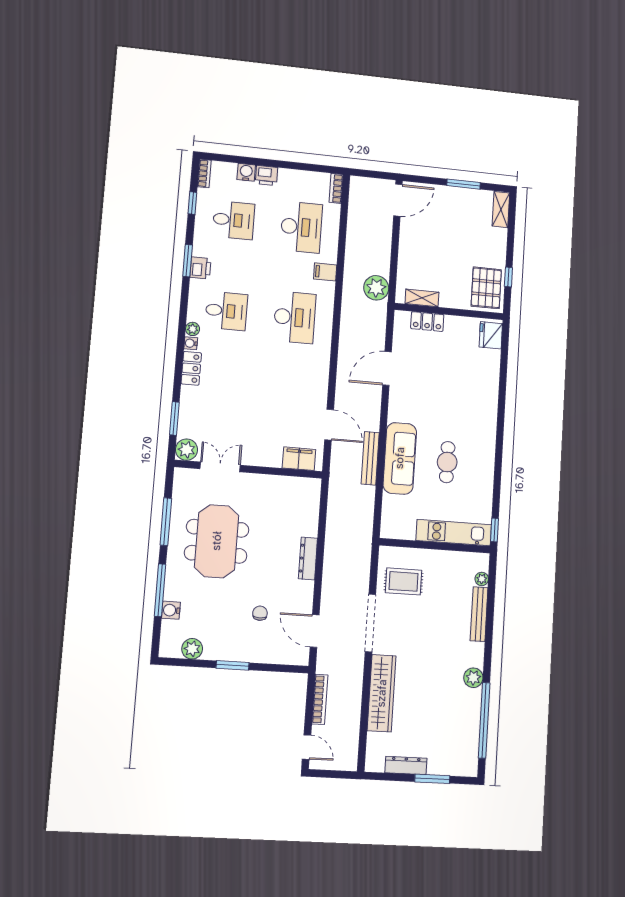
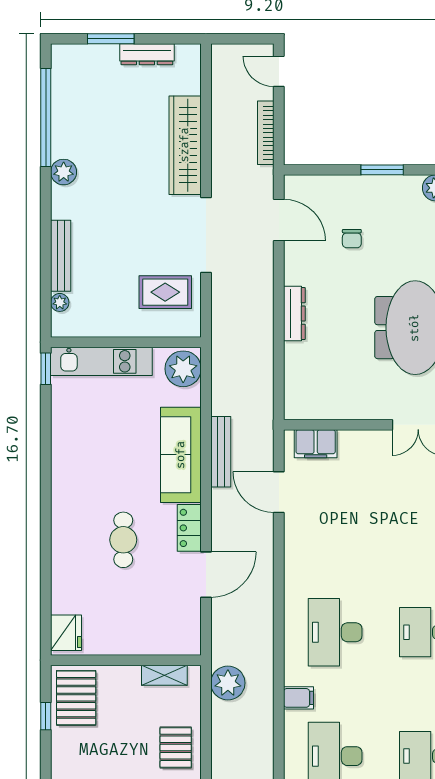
pallet: (417, 245) -> (176, 747), added
locker: (427, 322) -> (189, 528), moved, turned -90
cafe table: (447, 462) -> (123, 540), moved
plant: (394, 523) -> (183, 369), added

